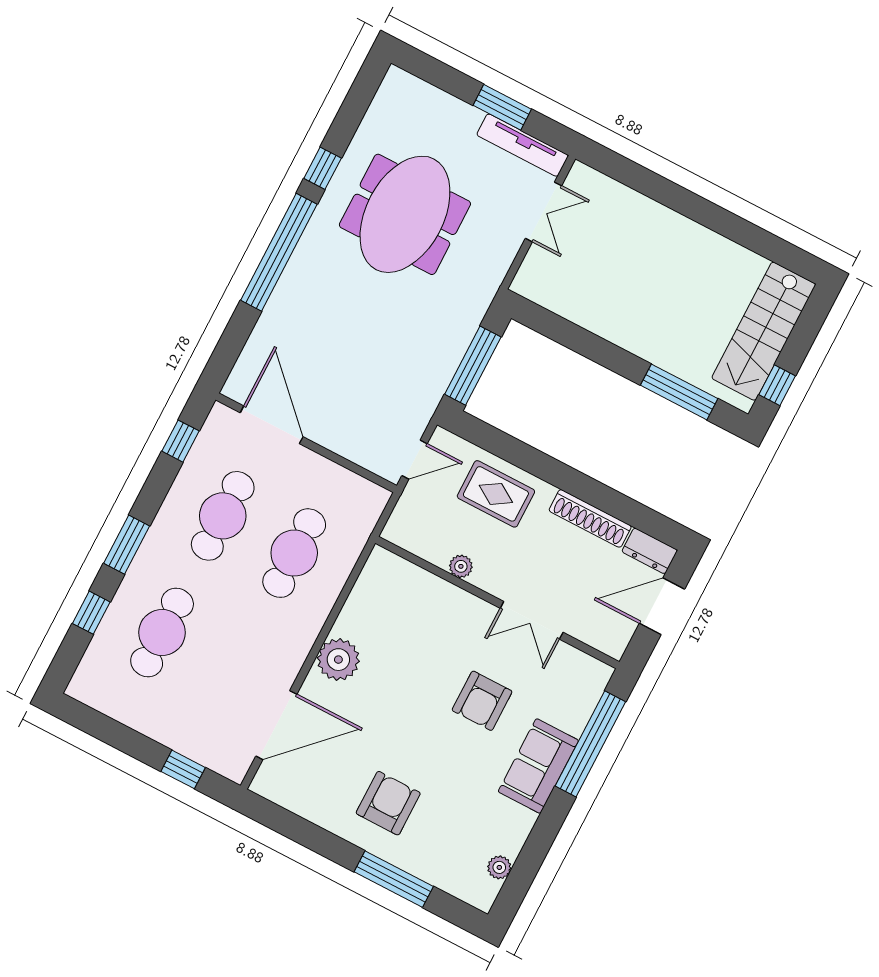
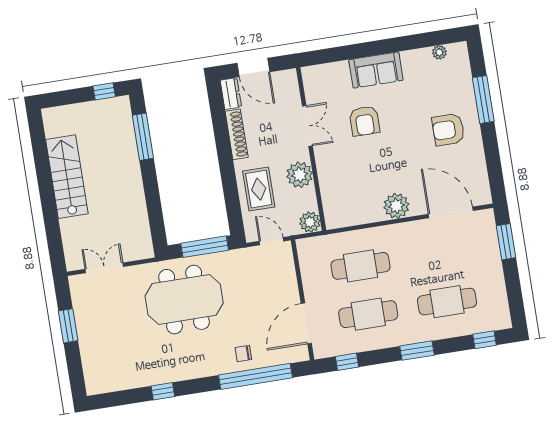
tv unit: (523, 145) -> (79, 302), removed
meeting table: (405, 214) -> (184, 299), moved
window: (279, 252) -> (256, 376), moved
chair: (293, 312) -> (243, 354), added
stairs: (764, 331) -> (67, 177), moved, turned -90
plant: (402, 529) -> (310, 222), added
plant: (461, 566) -> (300, 175), width x1.87, depth x1.87
window: (91, 613) -> (484, 340), moved
armchair: (482, 701) -> (364, 121), turned 90
window: (590, 744) -> (346, 53), removed
window: (183, 769) -> (506, 242), width x1.50

